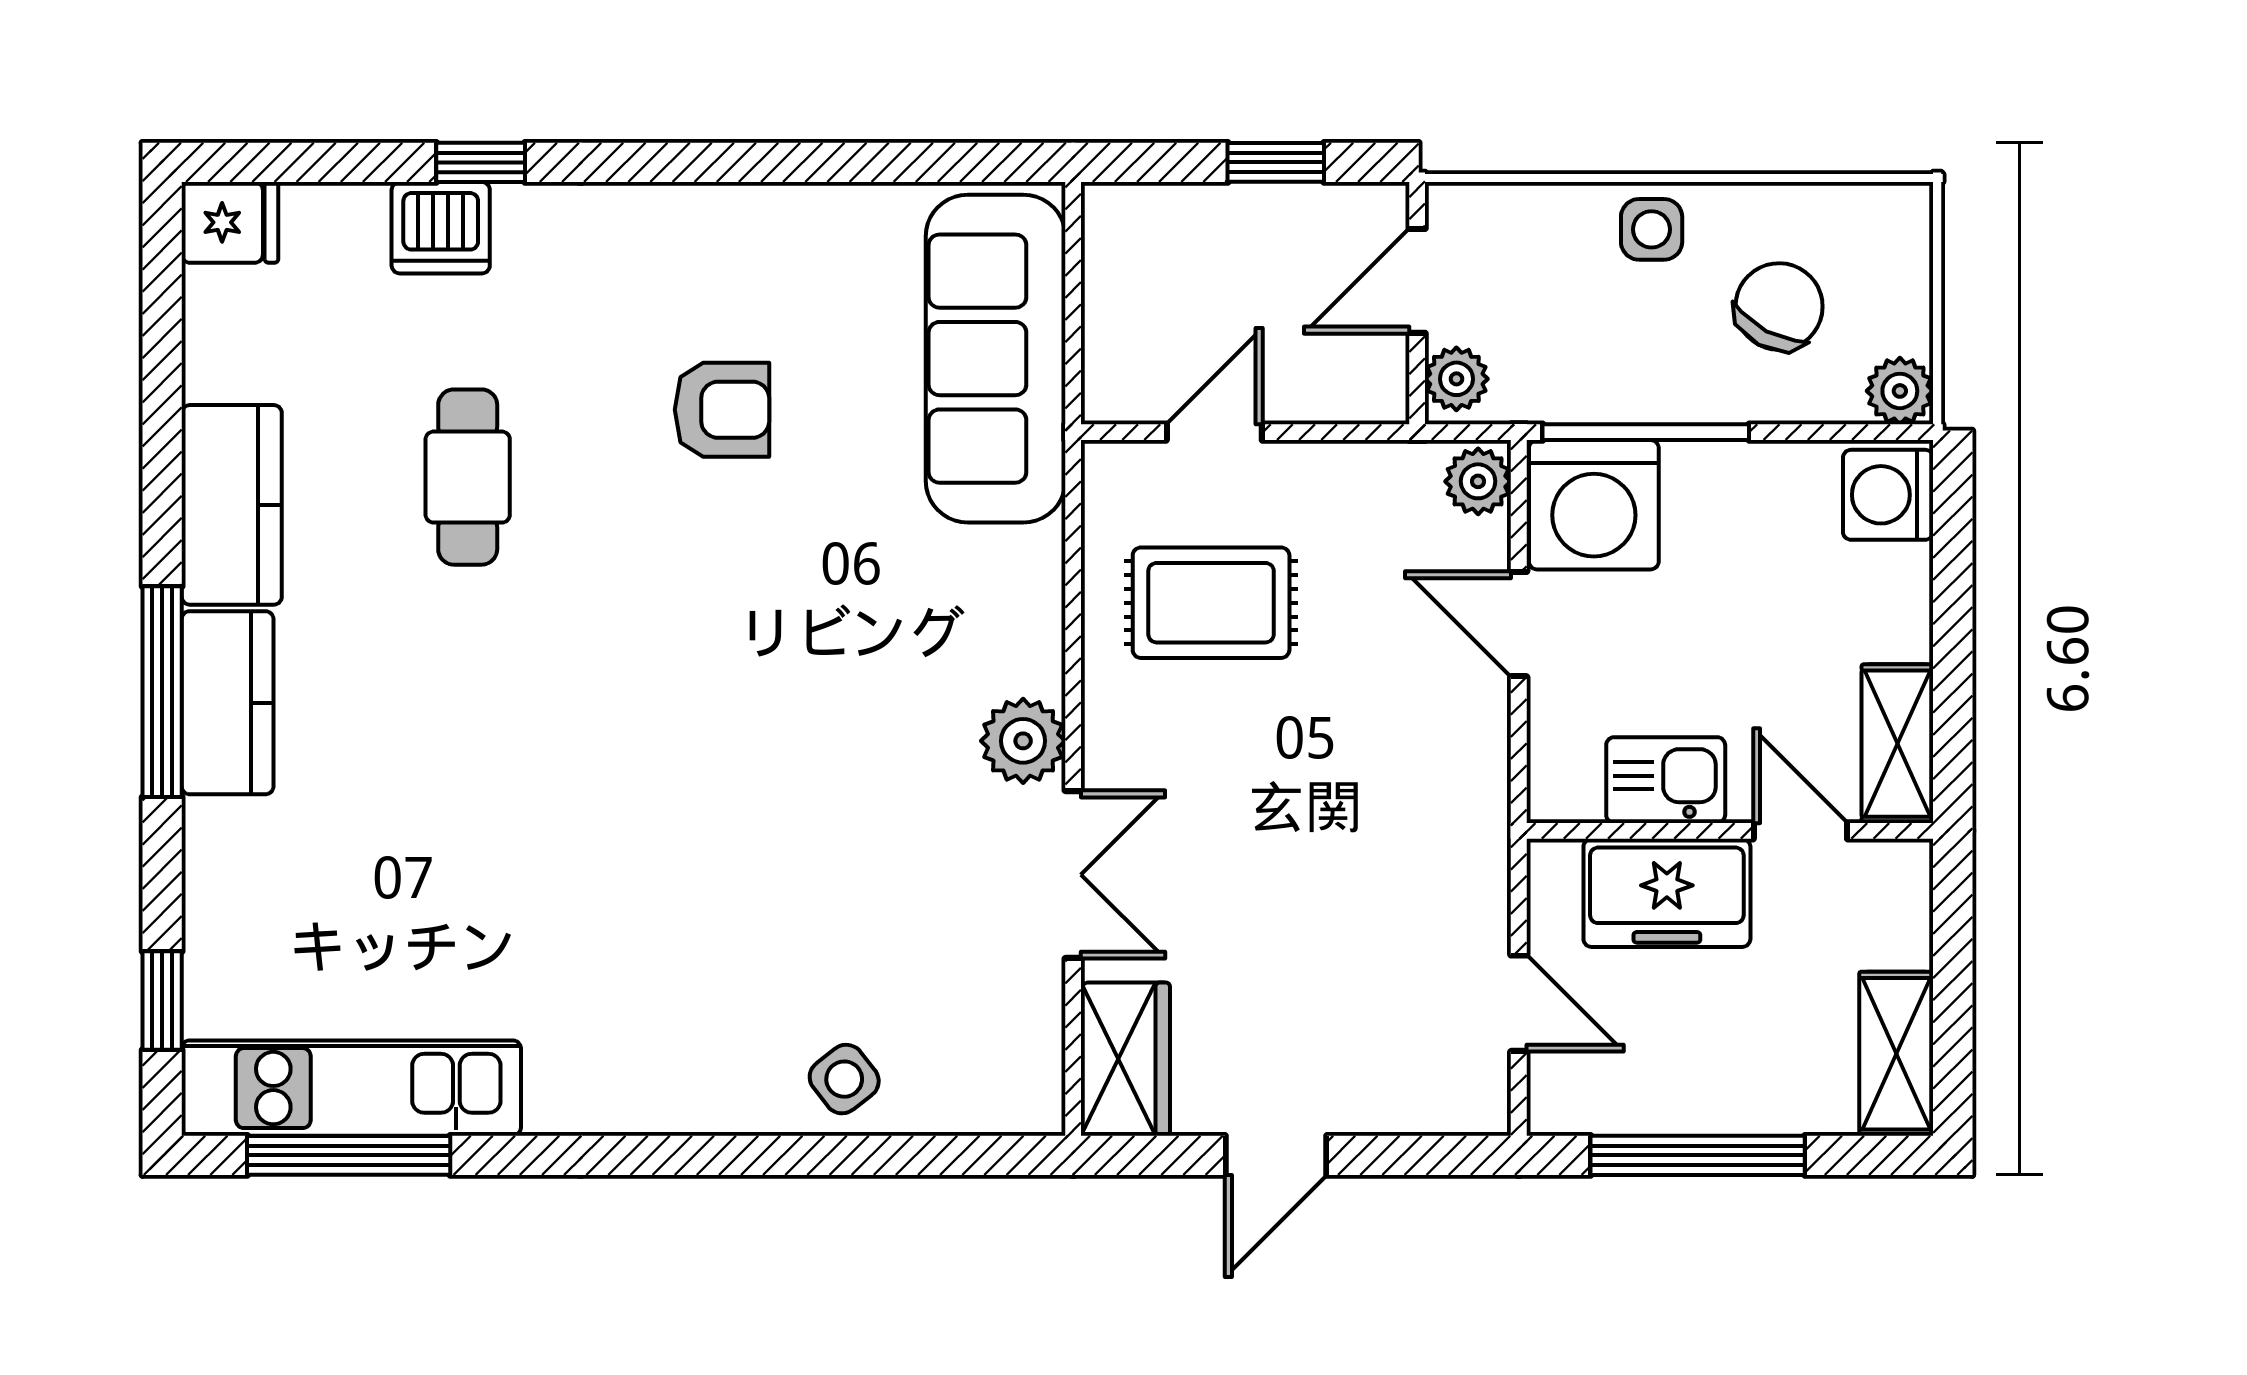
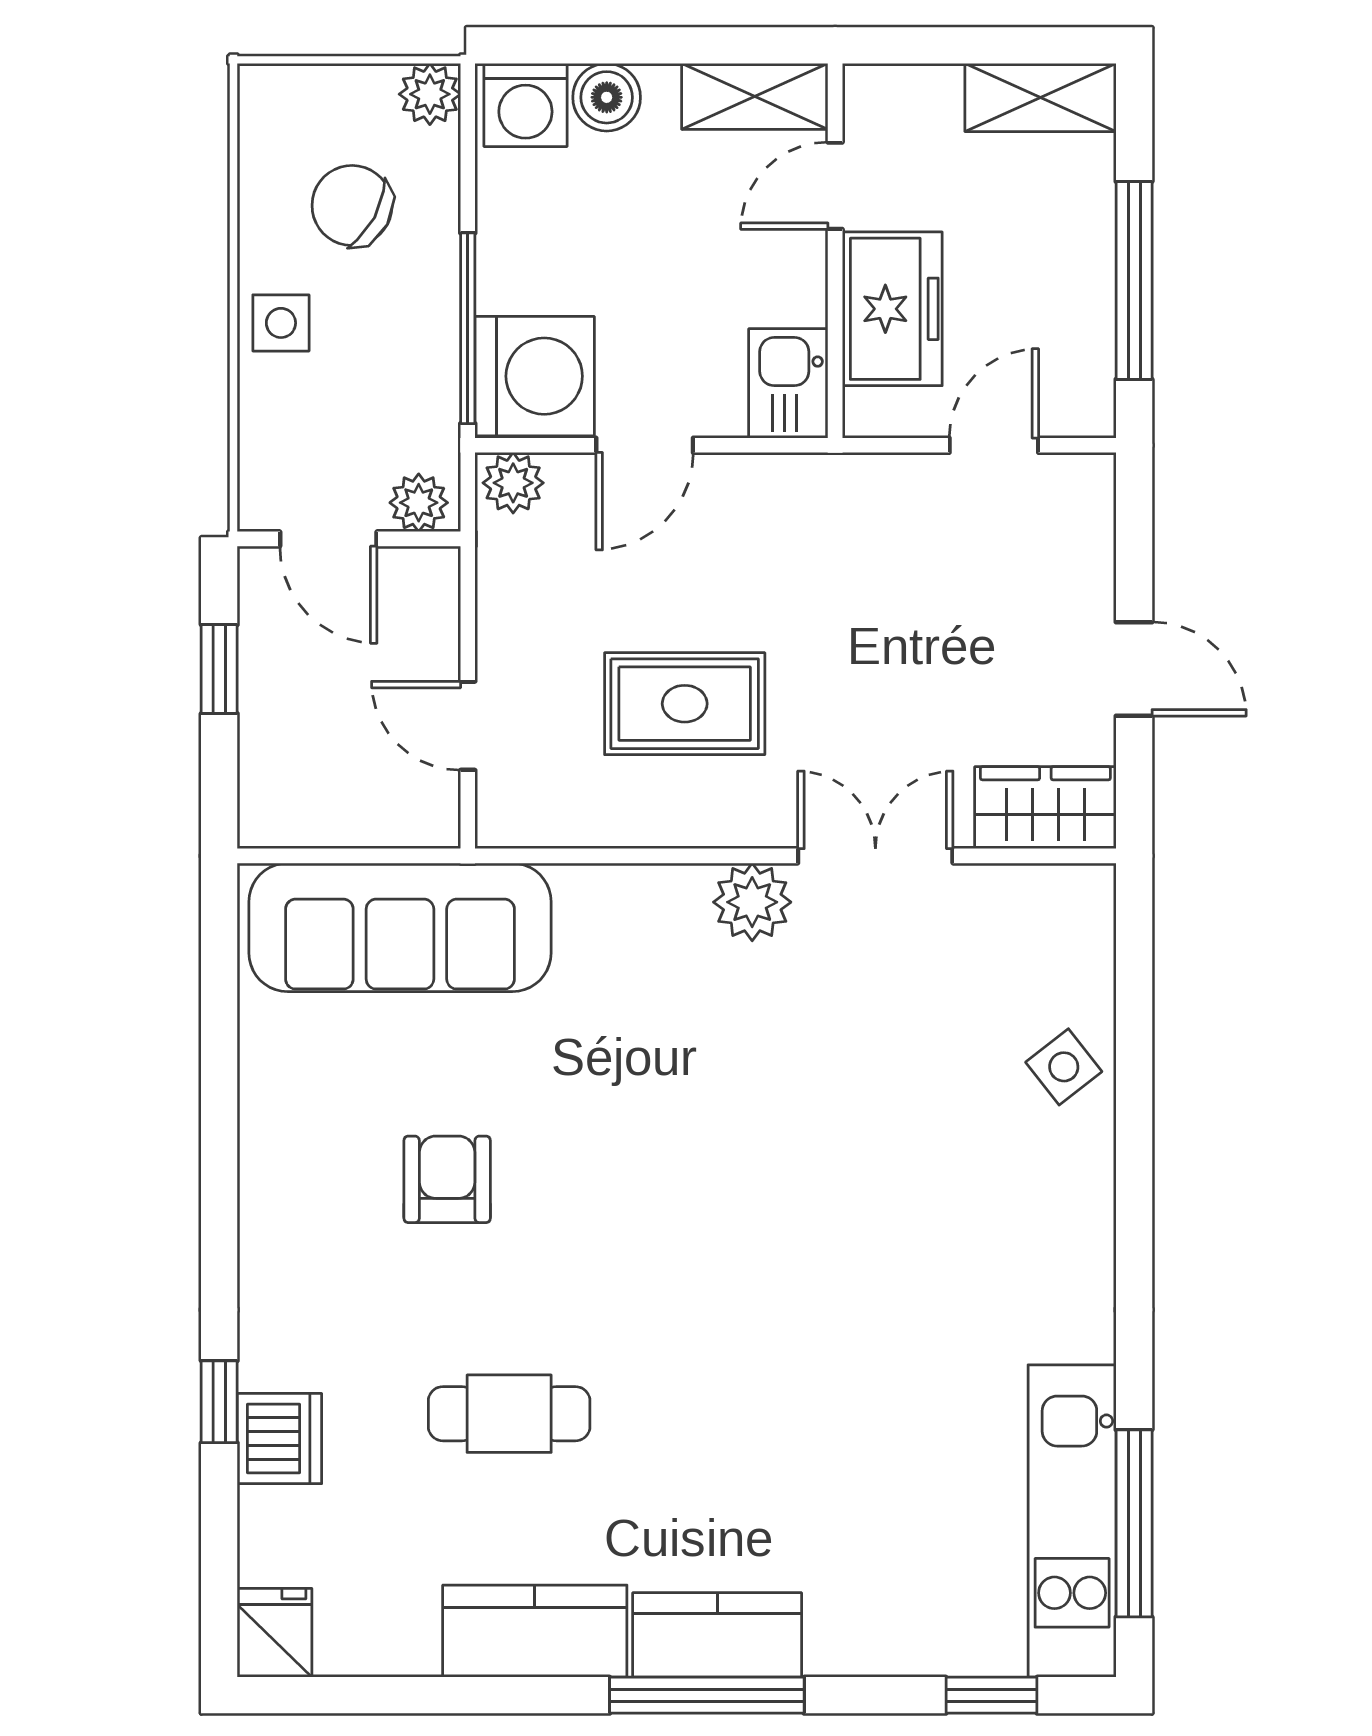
boiler: (1896, 583) -> (607, 97), added
rug: (1211, 603) -> (685, 704), moved, turned 90
kitchen sink: (1666, 780) -> (788, 383), moved

